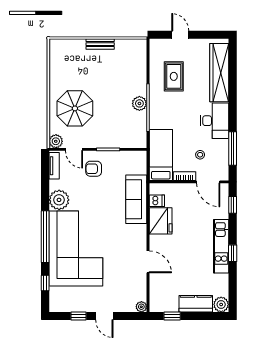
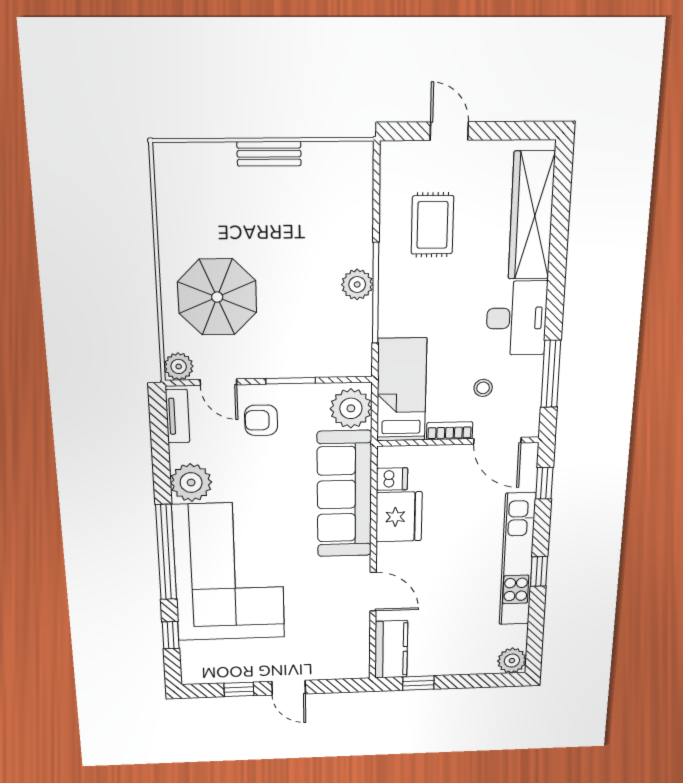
sofa: (136, 199) -> (344, 494), width x1.36, depth x1.27
kitchen unit: (221, 246) -> (517, 560), width x1.36
kitchen counter: (196, 304) -> (391, 649), moved, turned 90
plant: (141, 307) -> (351, 408), moved, width x1.88, depth x1.88

